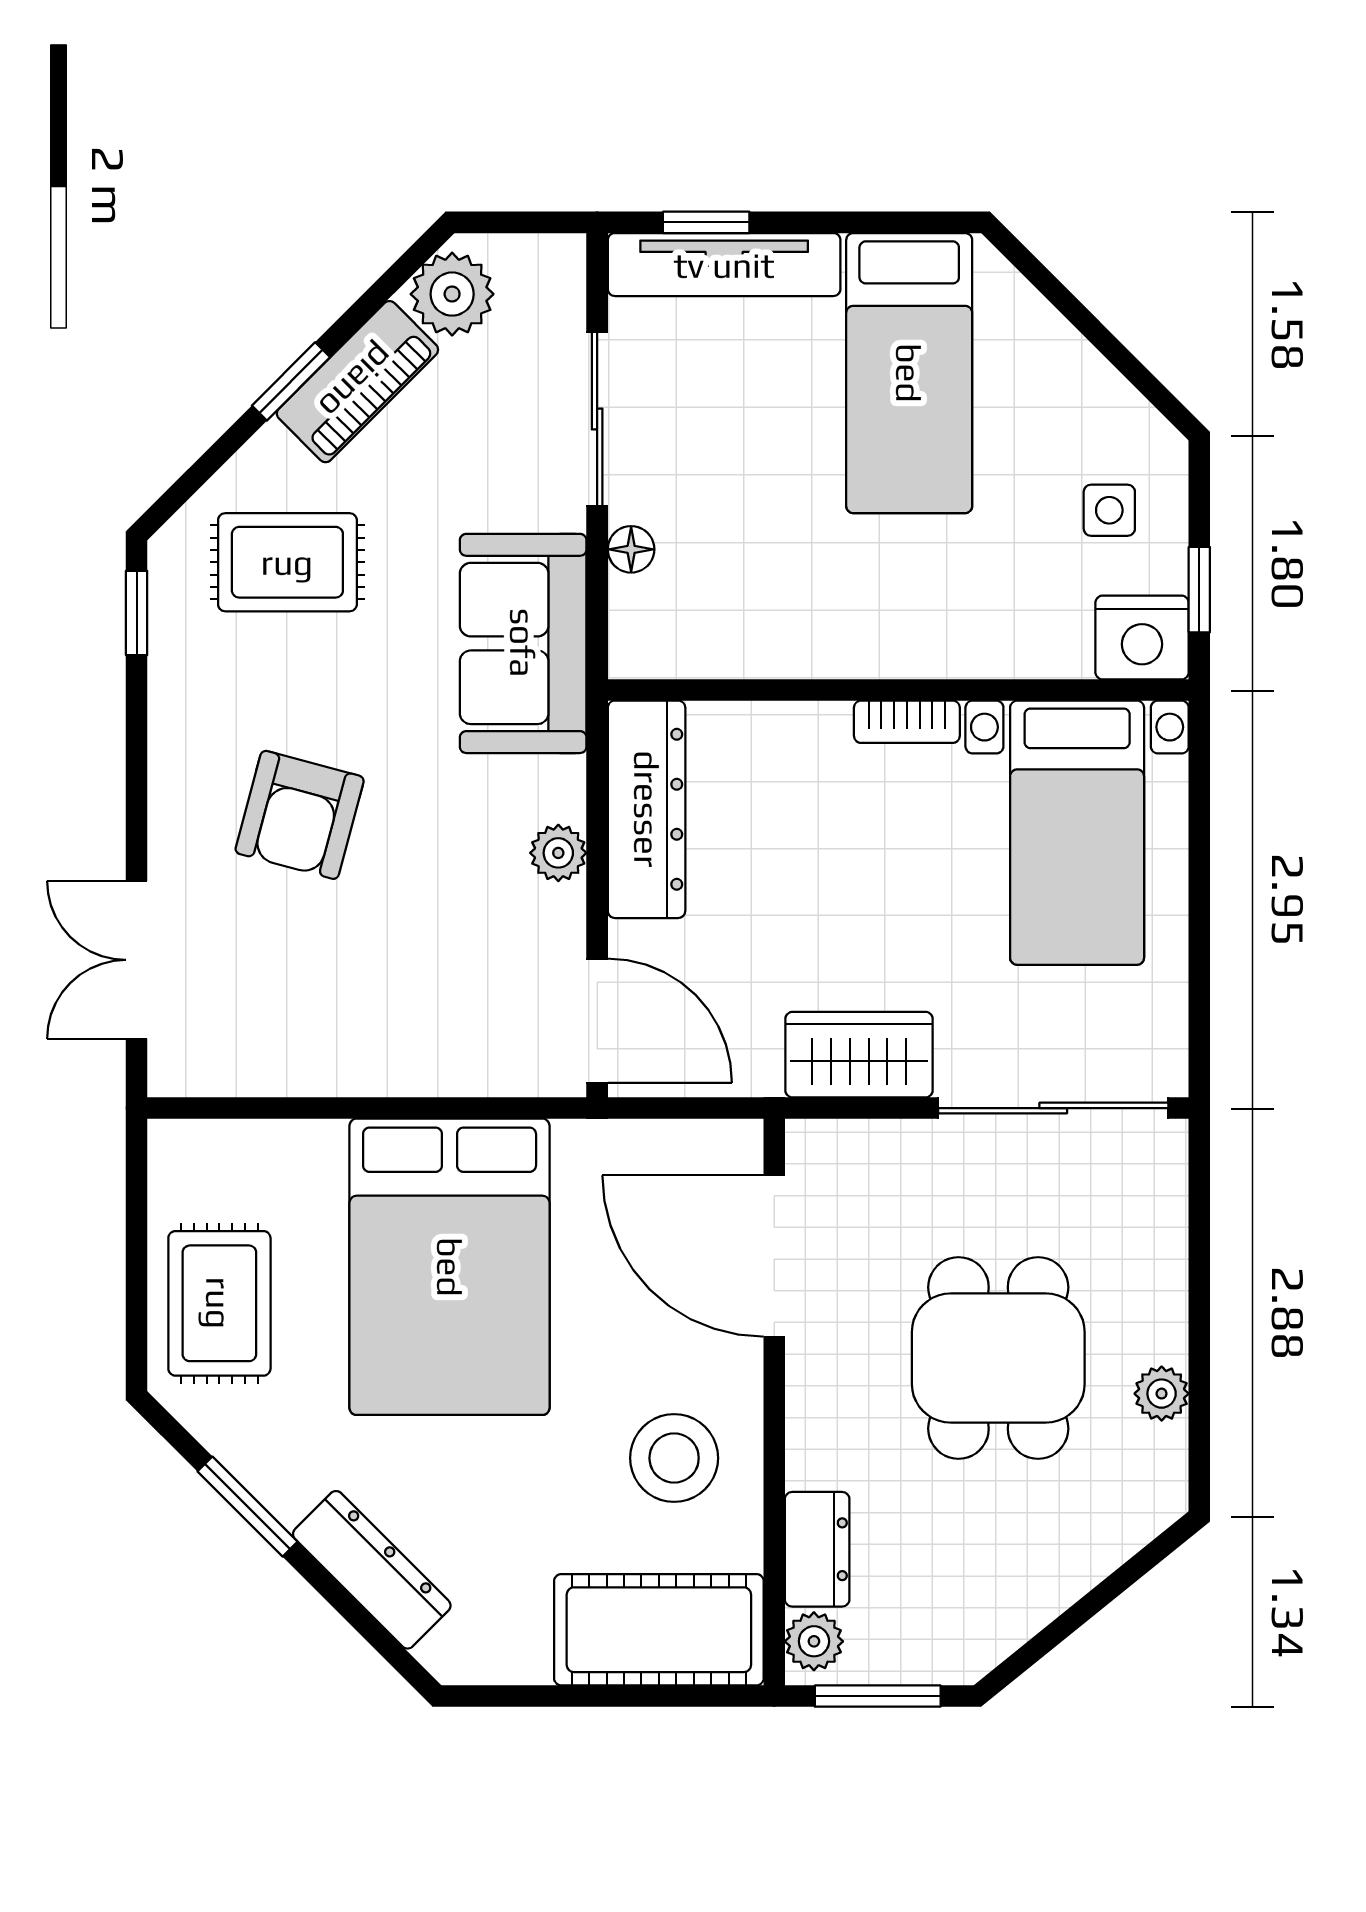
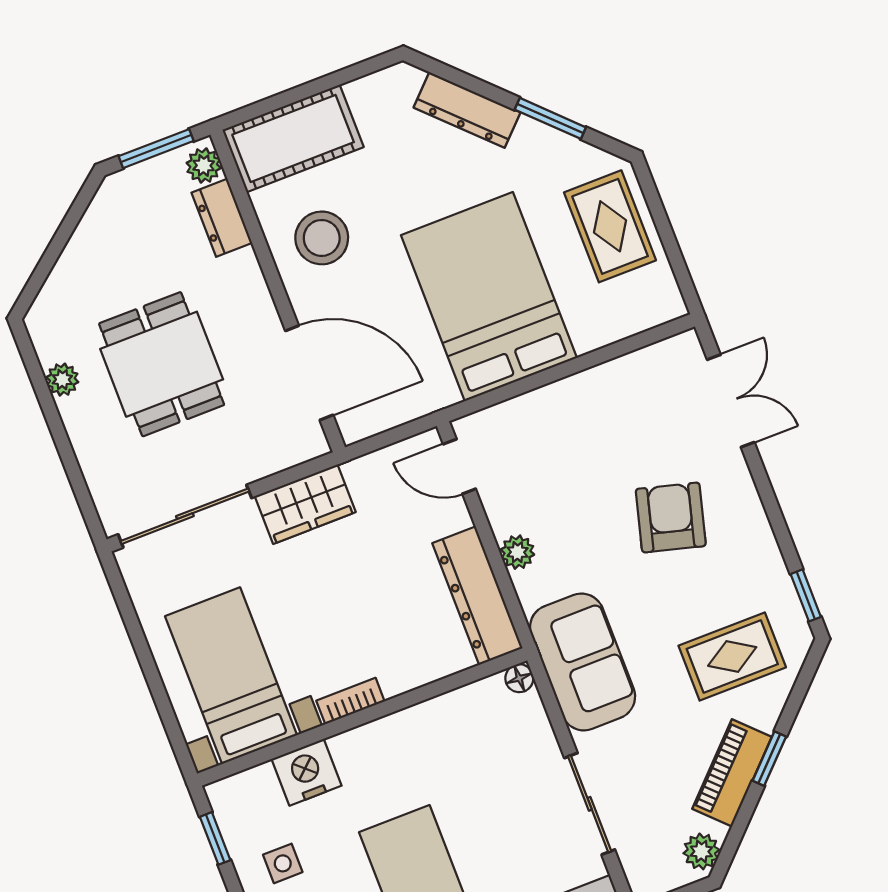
plant: (452, 294) -> (701, 851), width x0.73, depth x0.73
floor lamp: (631, 549) -> (519, 678), moved
nightstand: (1142, 637) -> (307, 772), moved
door: (597, 1021) -> (459, 466), width x0.73

